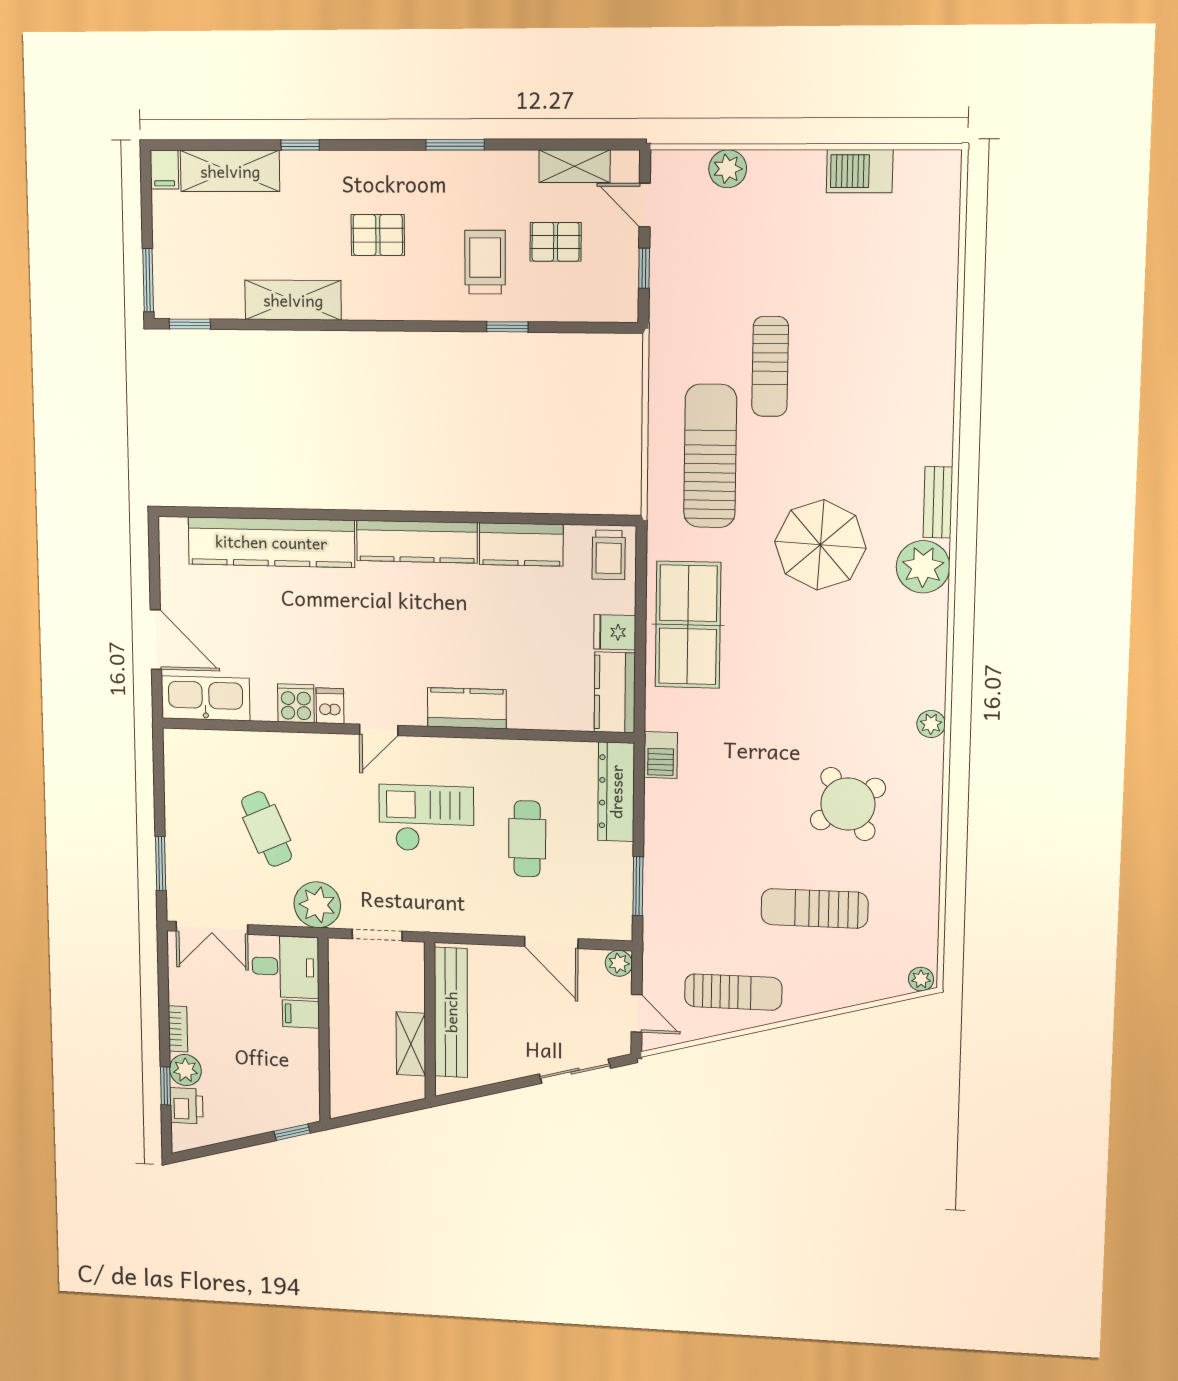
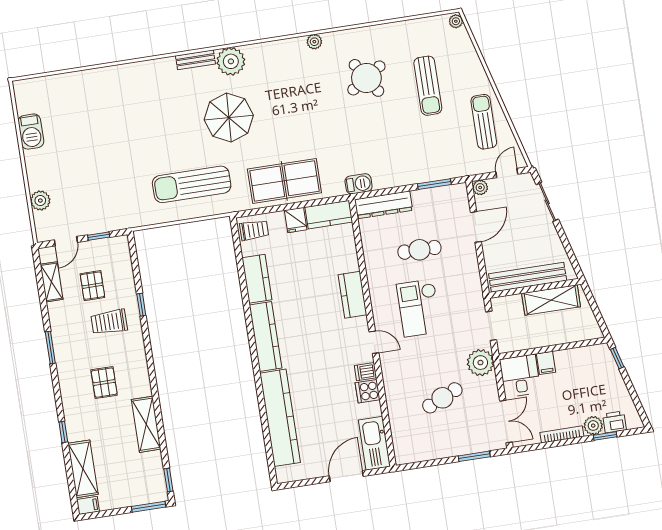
sun lounger: (770, 366) -> (139, 161), removed
bookcase: (178, 1029) -> (562, 434), width x1.56
shelving: (411, 1044) -> (551, 300), width x1.50, depth x1.33

